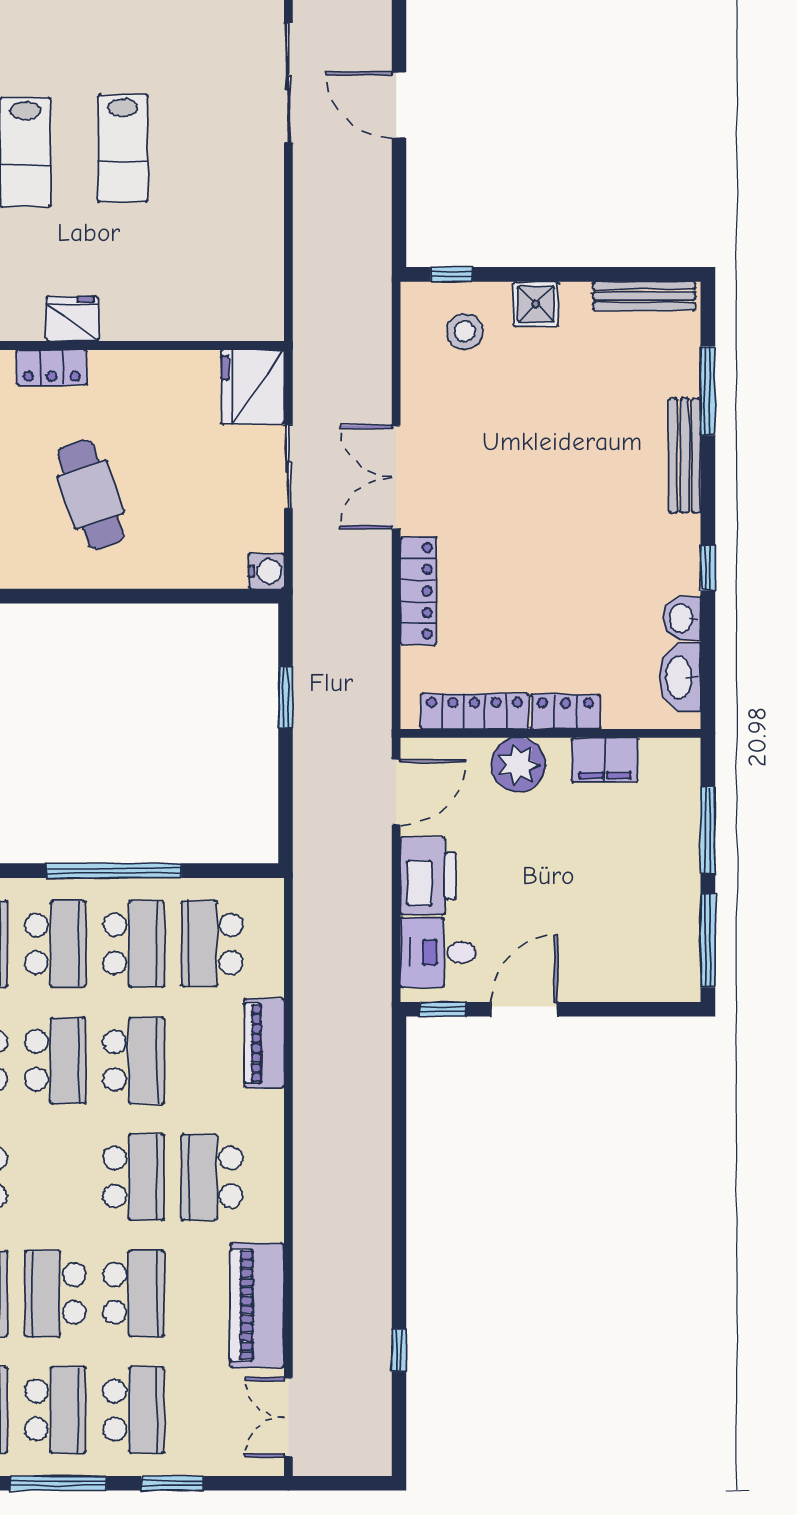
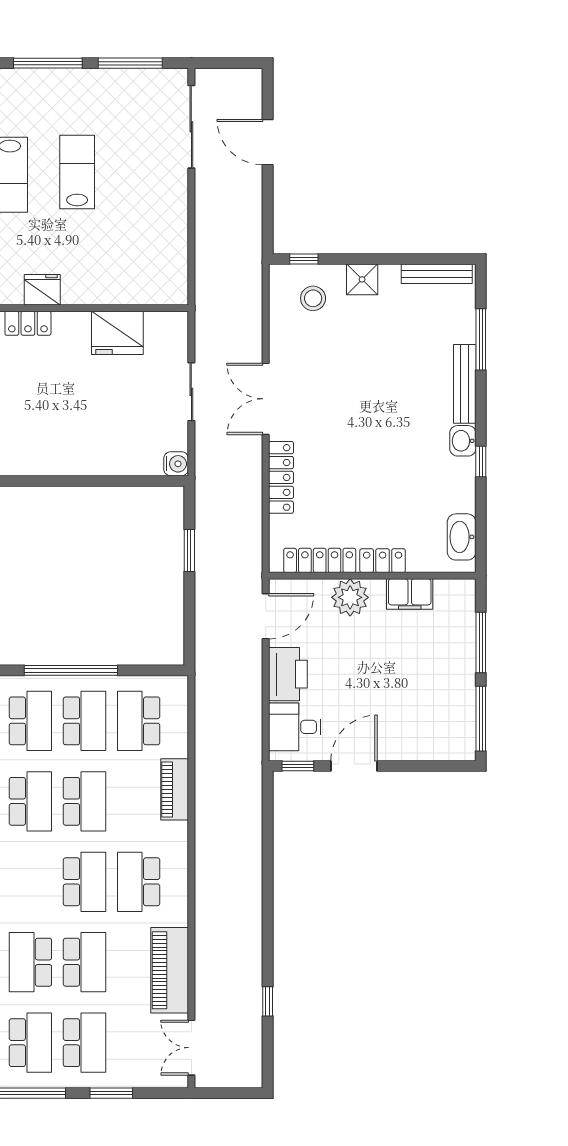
lab bench: (123, 148) -> (77, 172), turned 180
fridge: (253, 387) -> (117, 333), moved, turned -90
cafe table: (91, 495) -> (55, 411), removed
washbasin: (682, 618) -> (463, 441), moved

